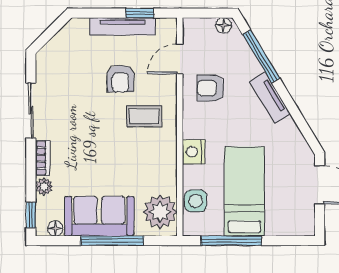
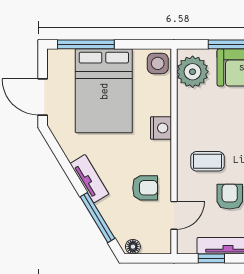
bed: (244, 191) -> (104, 91), width x1.50
side table: (196, 201) -> (158, 63), moved
window: (231, 241) -> (86, 44), moved

